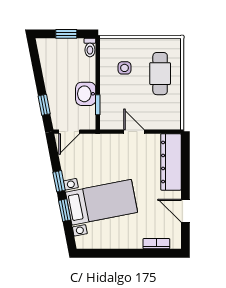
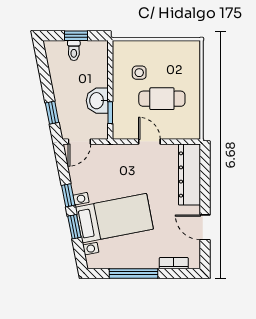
toilet: (90, 47) -> (74, 50), moved
cafe table: (160, 74) -> (162, 99), moved, turned 90
window: (119, 253) -> (134, 273), added

